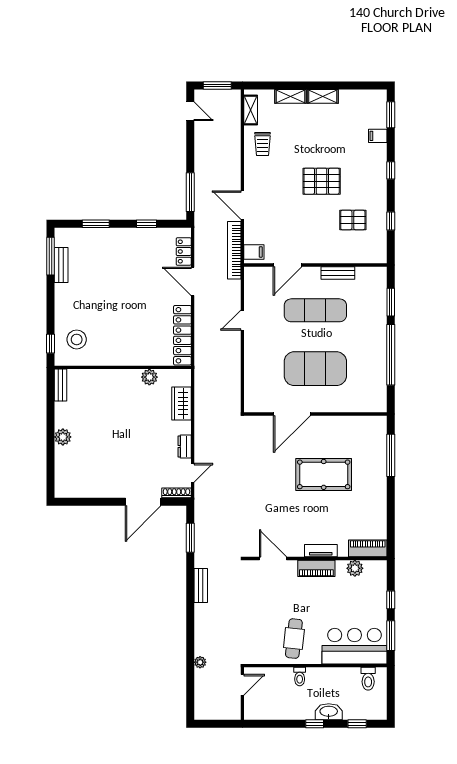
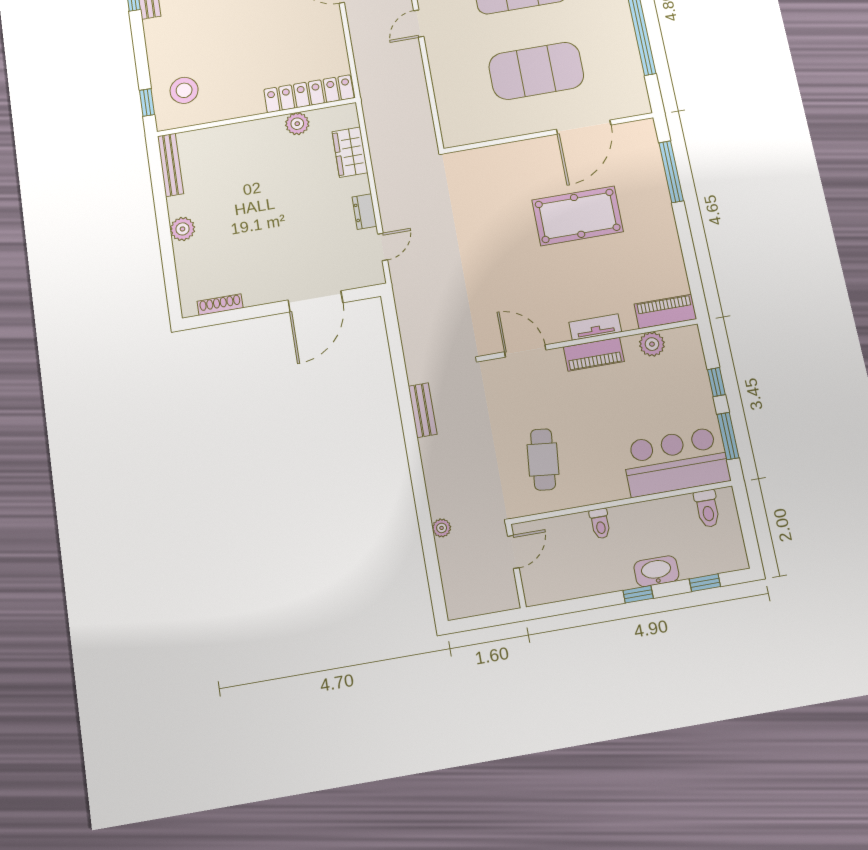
locker: (182, 335) -> (309, 94), moved, turned 90
bench: (61, 385) -> (170, 165), width x1.36
door: (292, 414) -> (584, 127), moved
shoe rack: (176, 493) -> (220, 305), moved
window: (190, 538) -> (395, 342), removed
cafe table: (294, 639) -> (543, 459), moved

